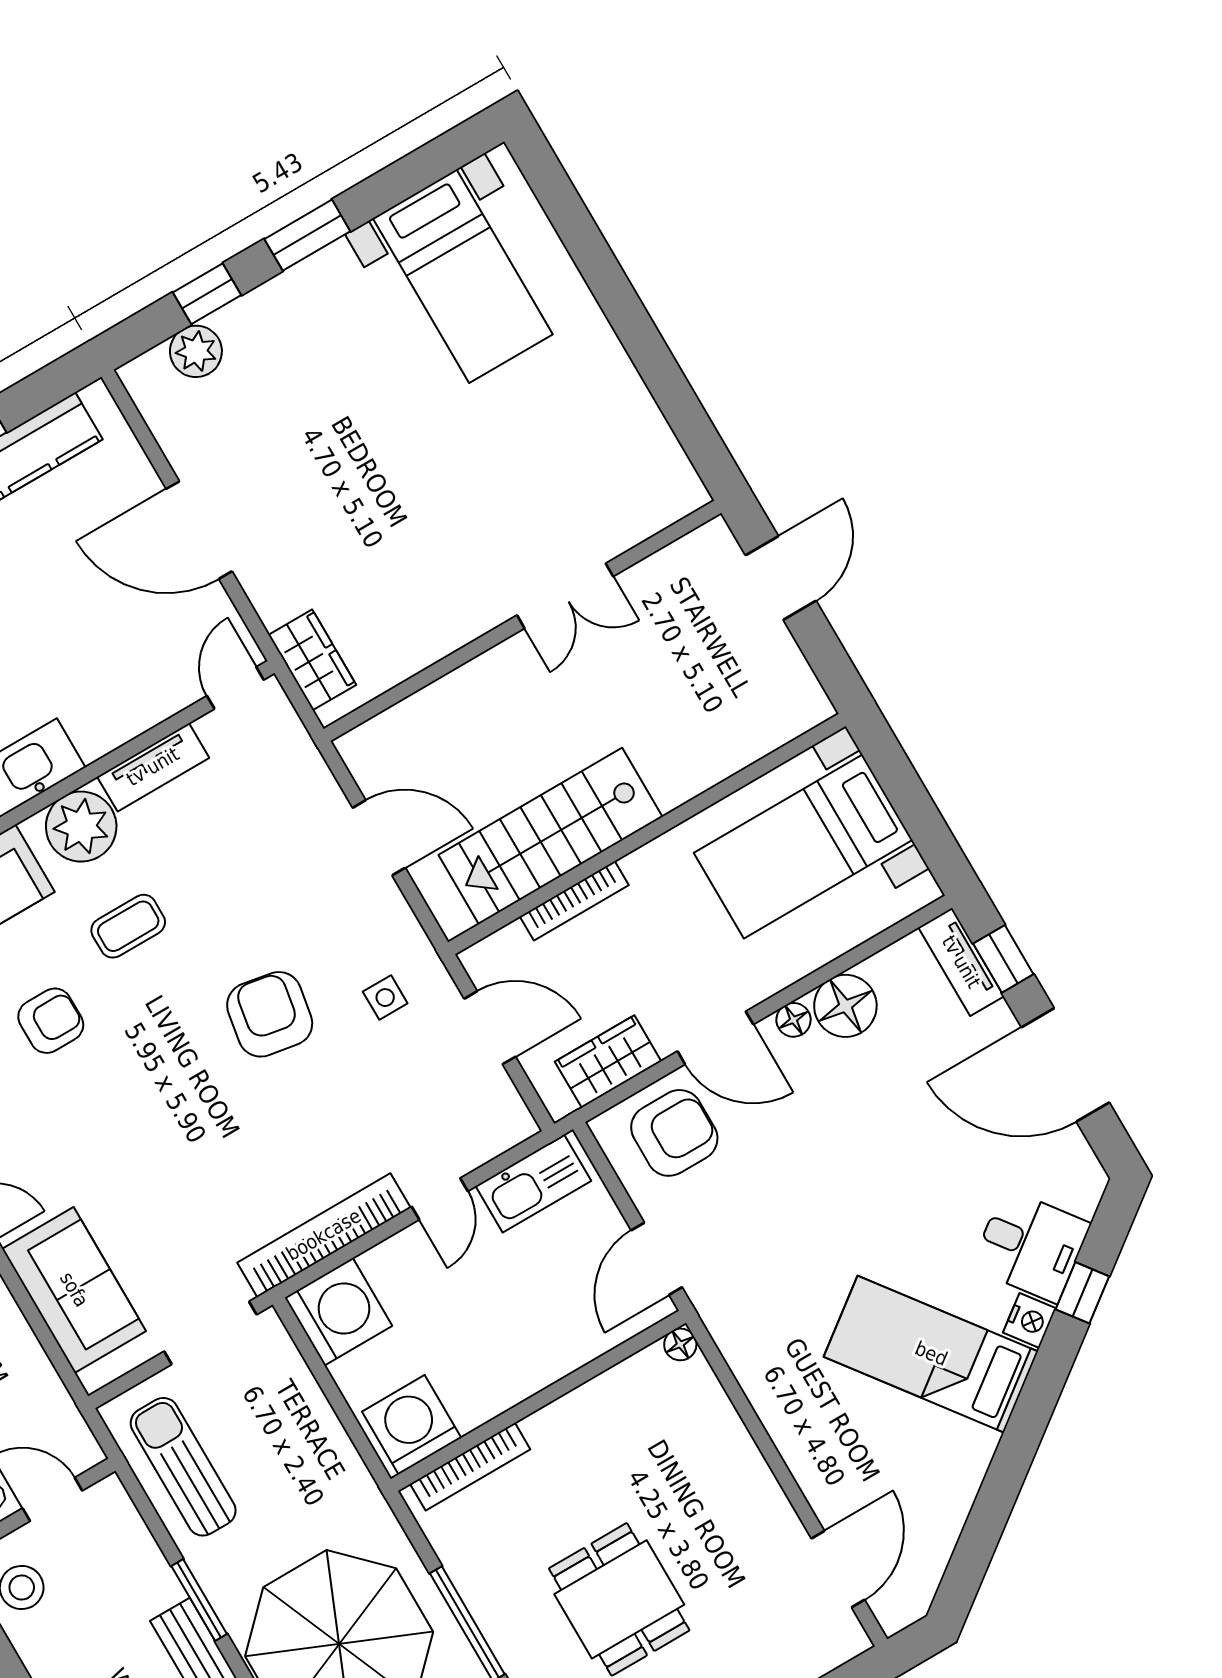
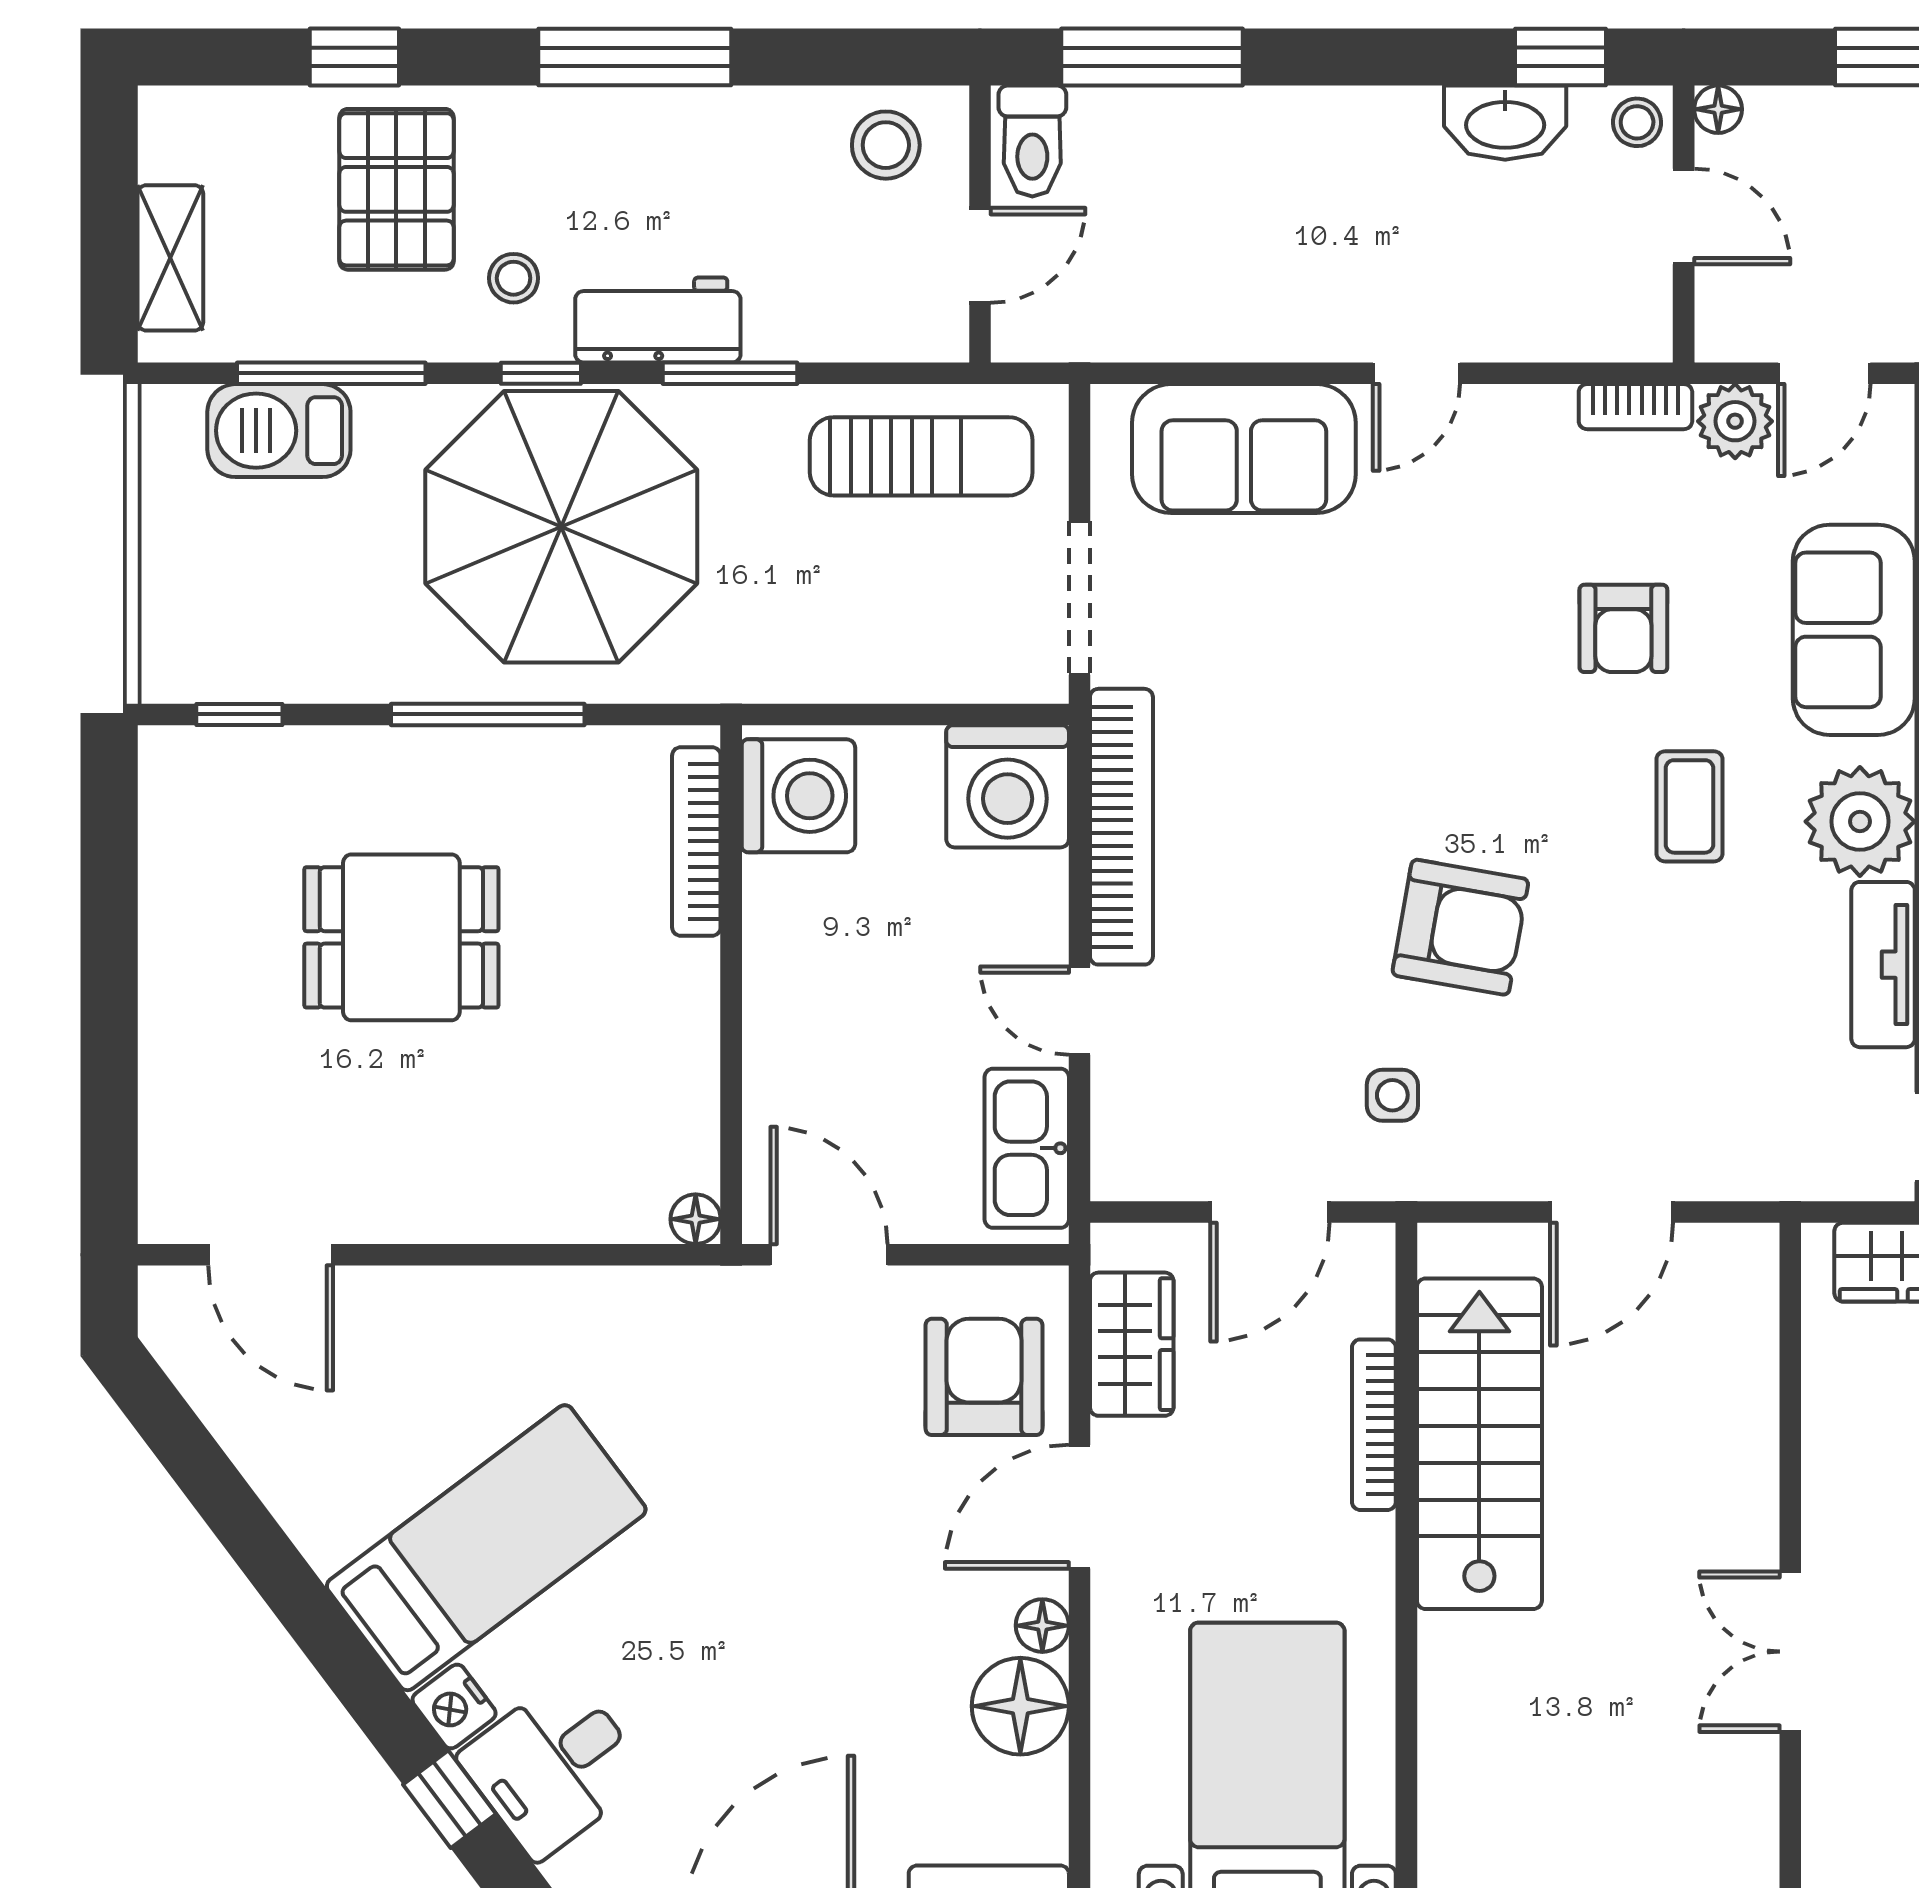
armchair: (674, 1133) -> (984, 1377), turned 180

